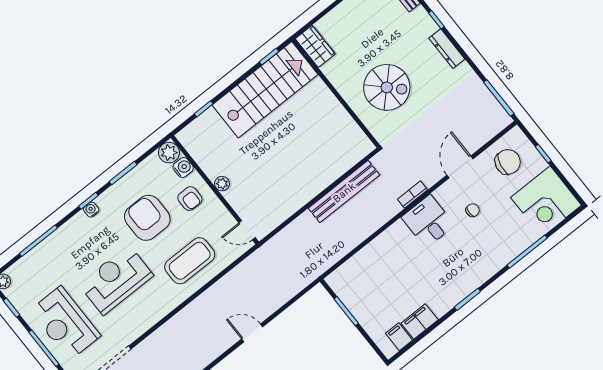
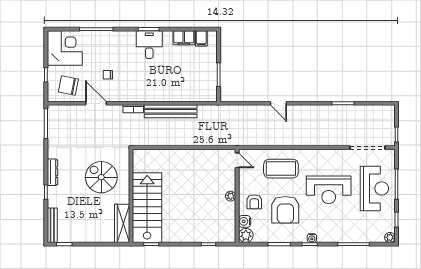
wardrobe: (315, 46) -> (122, 223), width x1.50
stairs: (265, 90) -> (147, 208), moved, turned 90
door: (460, 167) -> (96, 103), swing flipped
bench: (344, 192) -> (171, 111), moved
armchair: (190, 199) -> (254, 202), turned 180
desk: (428, 221) -> (149, 45), moved, turned 180

